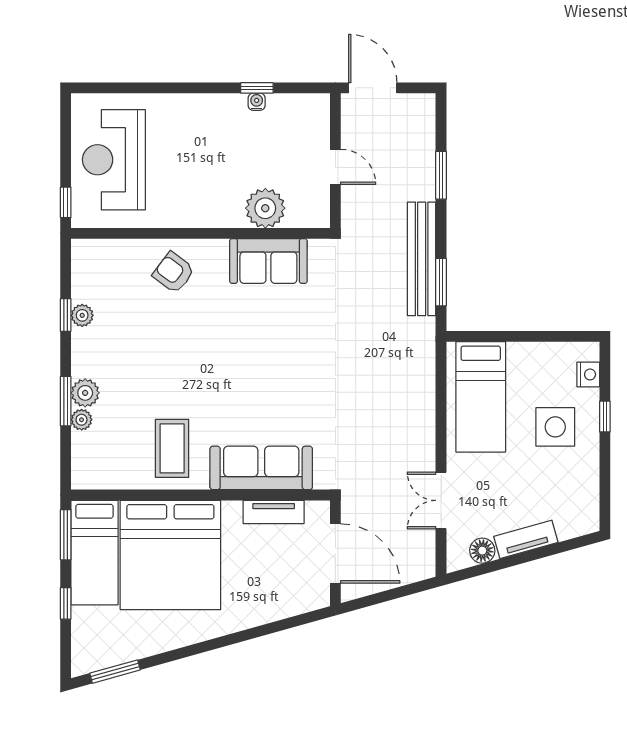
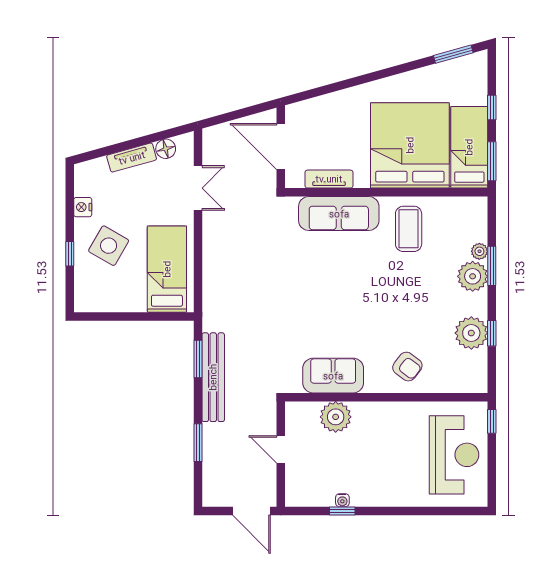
plant: (82, 315) -> (471, 333), width x1.88, depth x1.88
nightstand: (588, 374) -> (83, 207), moved
plant: (85, 393) -> (473, 276), width x1.36, depth x1.36
side table: (555, 427) -> (109, 246), turned 30

